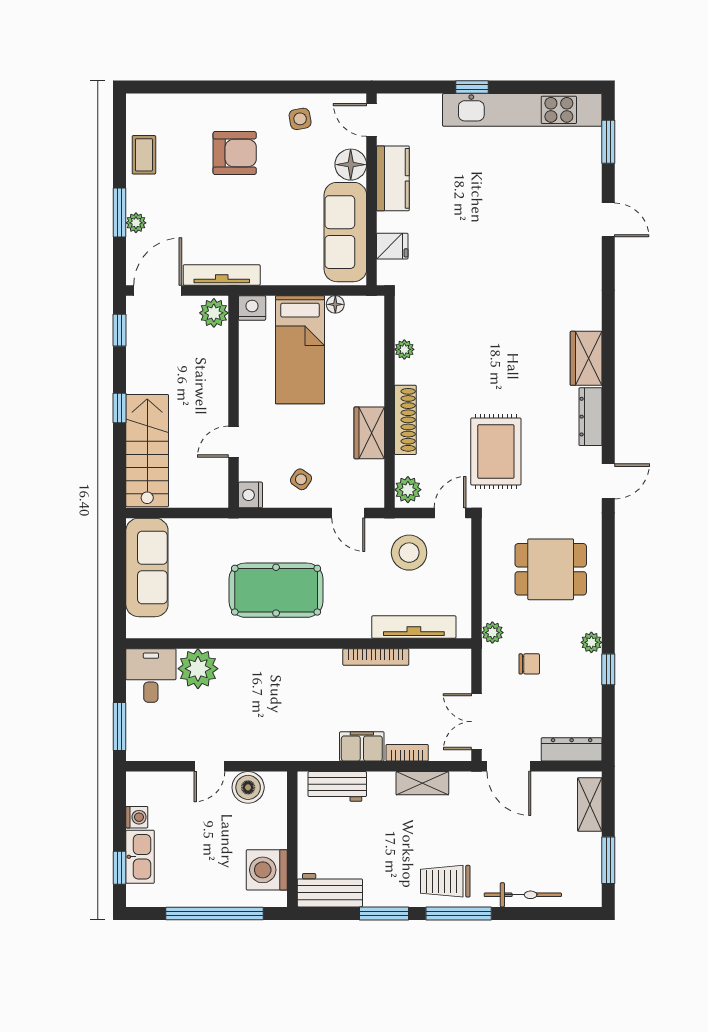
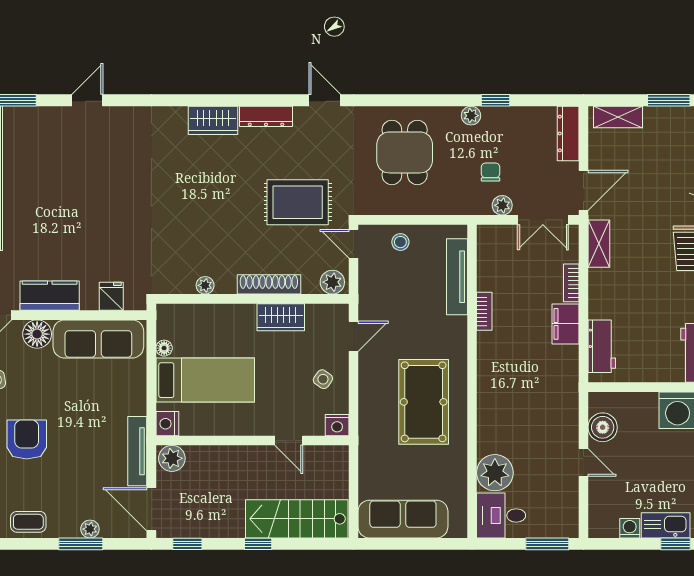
stool: (409, 553) -> (400, 242), moved, width x0.53, depth x0.53
plant: (492, 633) -> (502, 205), moved
bookcase: (376, 657) -> (484, 311), width x0.64
shelving: (422, 783) -> (599, 244), moved

